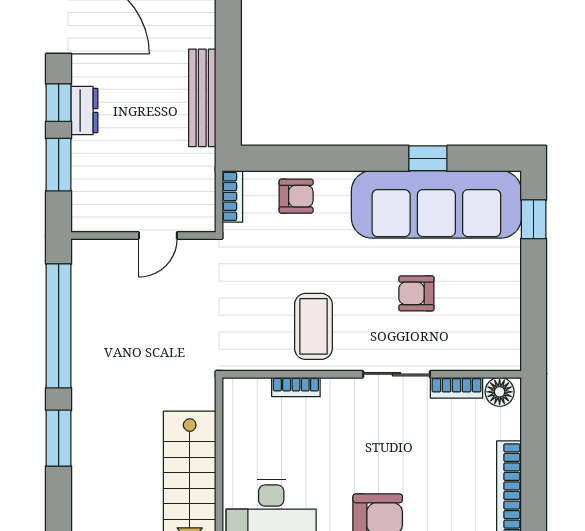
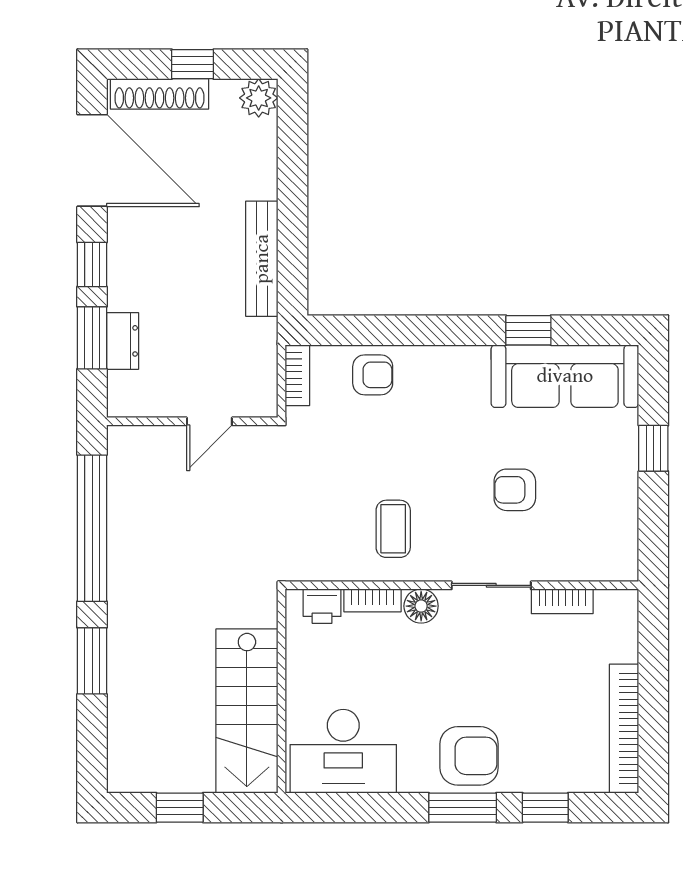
dresser: (84, 111) -> (123, 341), moved
sofa: (436, 204) -> (565, 376), width x0.74, depth x0.79
window: (534, 219) -> (653, 448), moved
coffee table: (313, 326) -> (393, 529), width x0.73, depth x0.77
printer: (253, 392) -> (322, 606), added
floor lamp: (500, 392) -> (421, 606), moved

